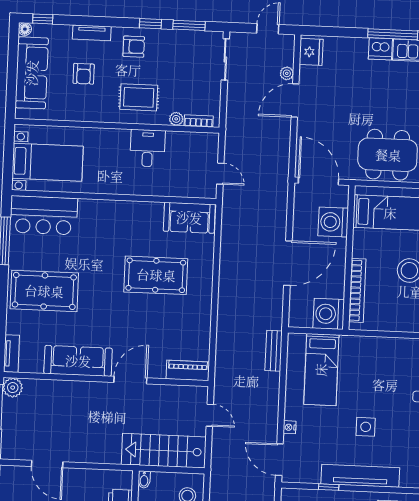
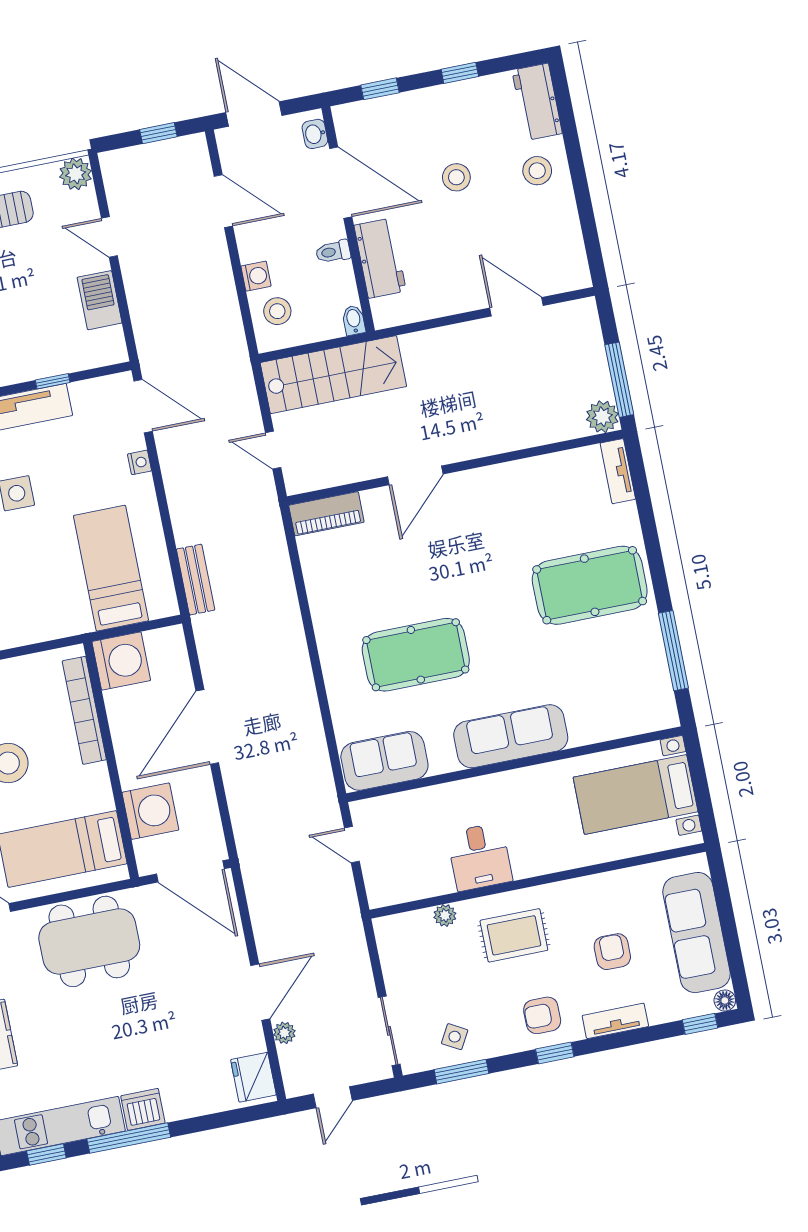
window: (150, 24) -> (555, 1053), moved
side table: (188, 47) -> (455, 1037), added
bookcase: (199, 121) -> (408, 921), removed
bar counter: (44, 215) -> (621, 707), removed
sofa: (78, 361) -> (511, 736), moved, turned 180

